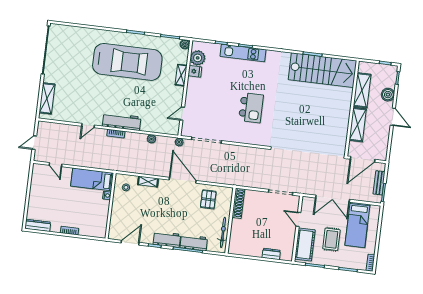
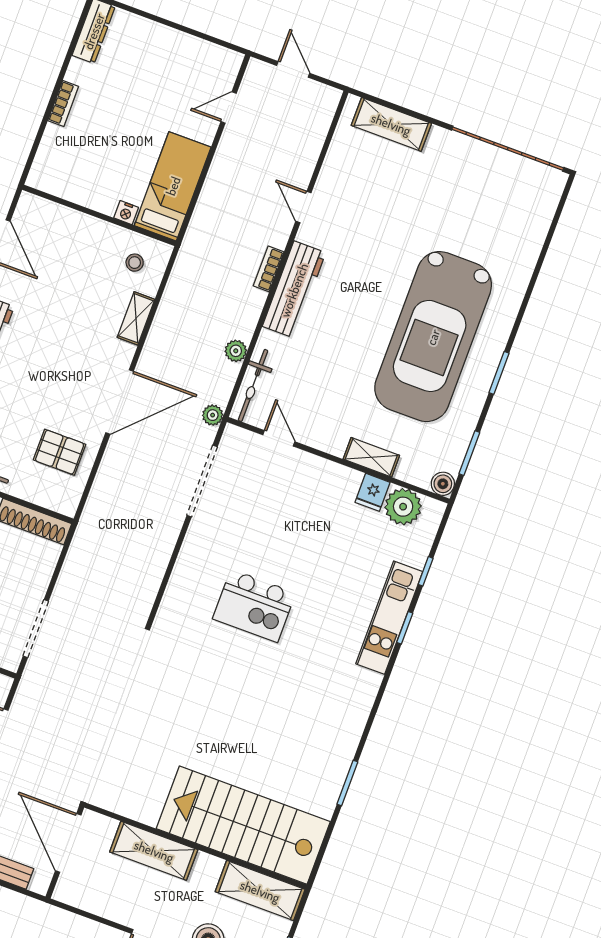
stairs: (322, 70) -> (243, 825), moved, turned 90
shelving: (362, 90) -> (260, 891), moved
bicycle: (164, 129) -> (253, 385), added

